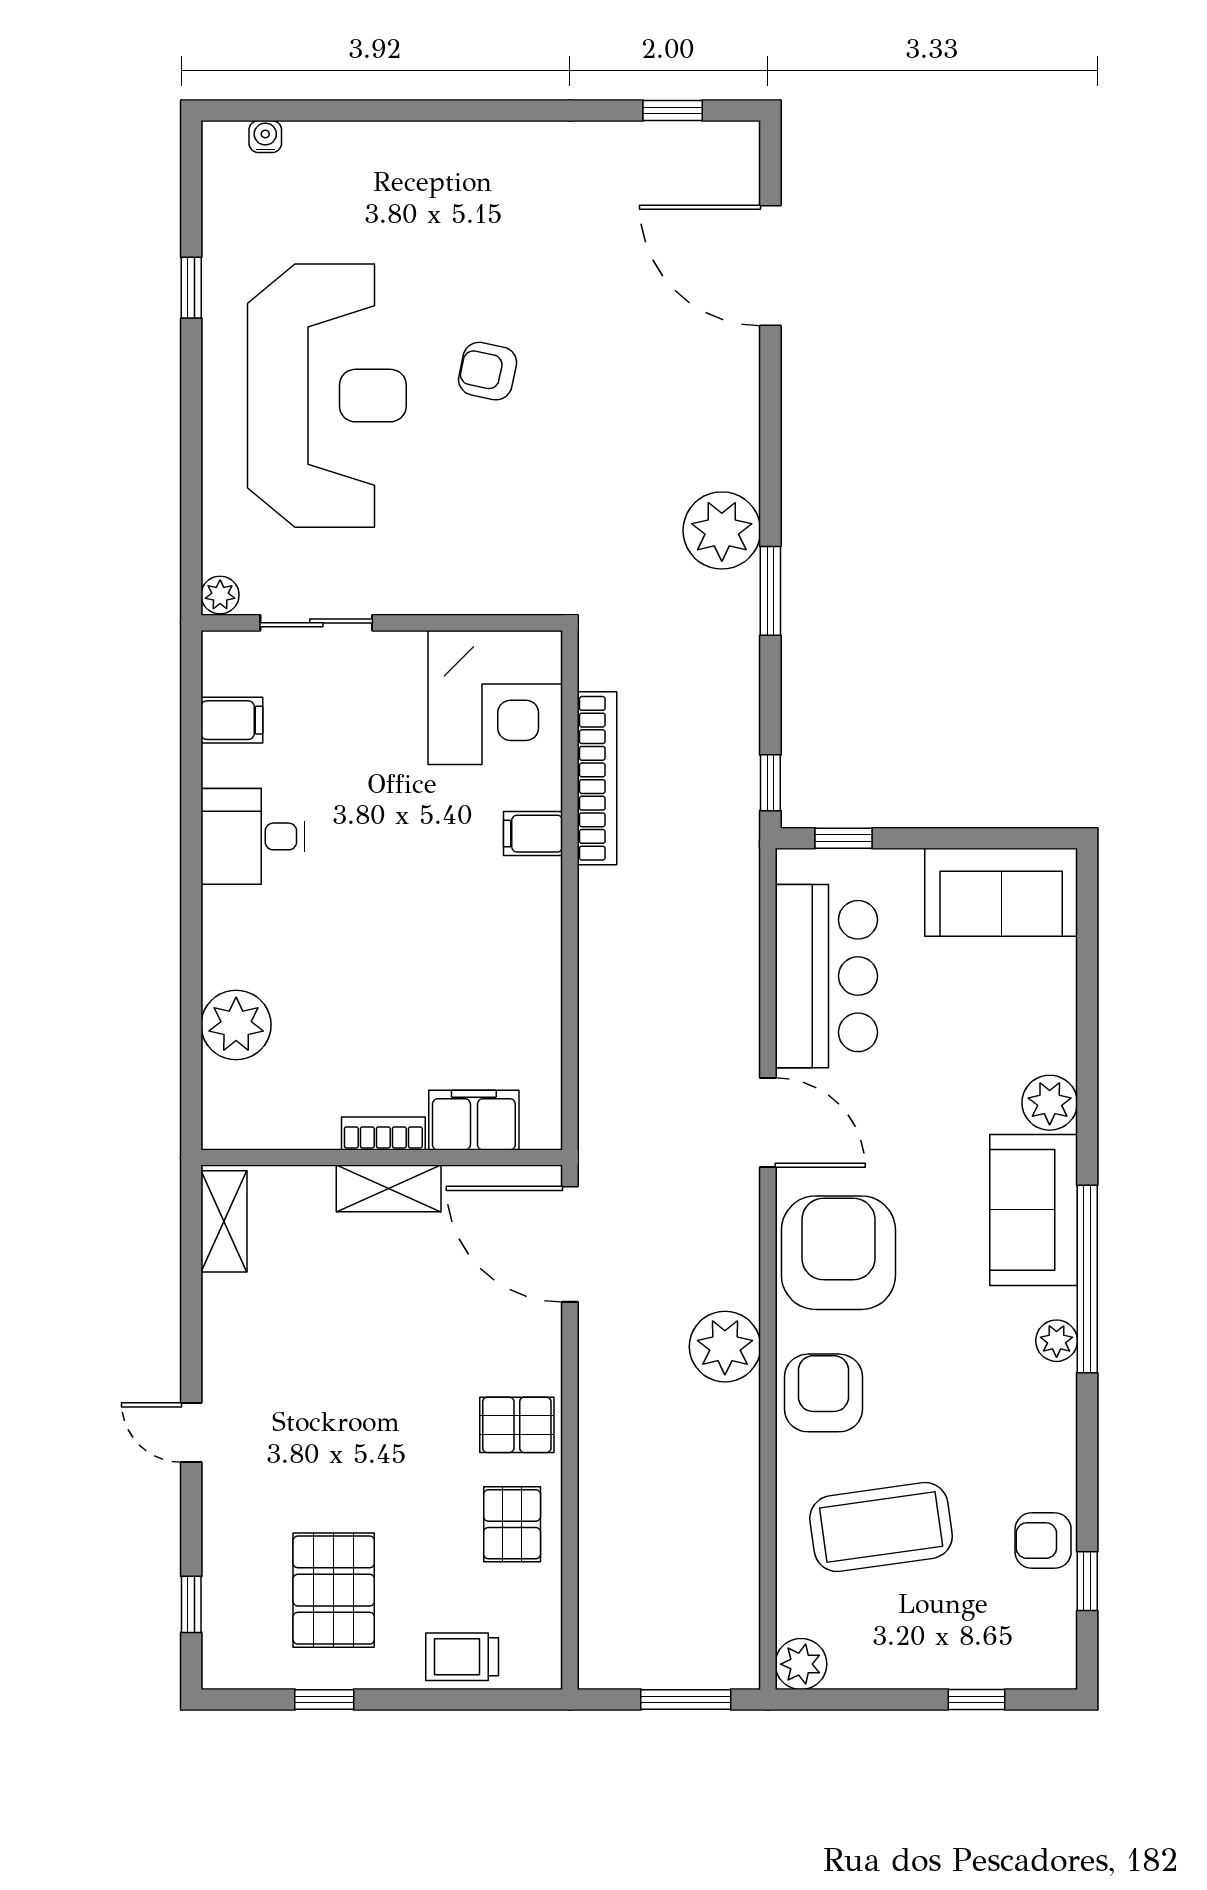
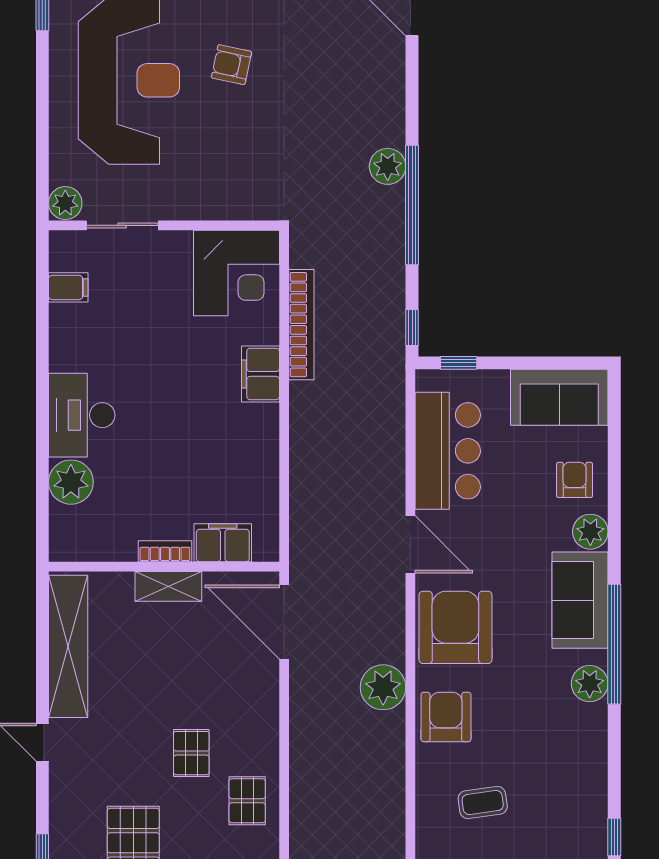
plant: (722, 530) -> (388, 166), width x0.73, depth x0.73
window: (770, 591) -> (412, 205), width x2.11
plant: (220, 595) -> (65, 203), width x1.38, depth x1.38
filing cabinet: (533, 834) -> (260, 374), width x2.00
desk: (253, 836) -> (82, 415), moved, width x1.37
shelving: (224, 1221) -> (68, 646), width x2.20, depth x1.33
plant: (1057, 1341) -> (590, 684), width x1.38, depth x1.38
pallet: (517, 1425) -> (191, 753), moved, turned 90
coffee table: (881, 1527) -> (483, 803), width x0.54, depth x0.58
armchair: (1043, 1541) -> (575, 480), moved, turned 90

